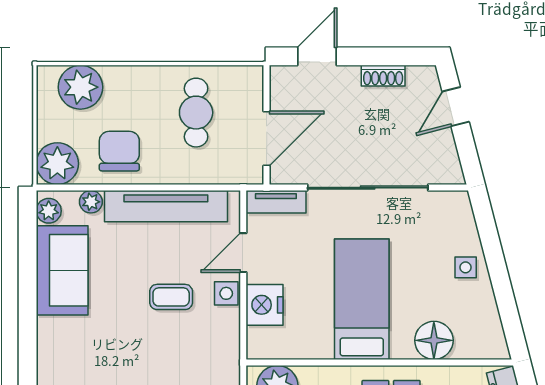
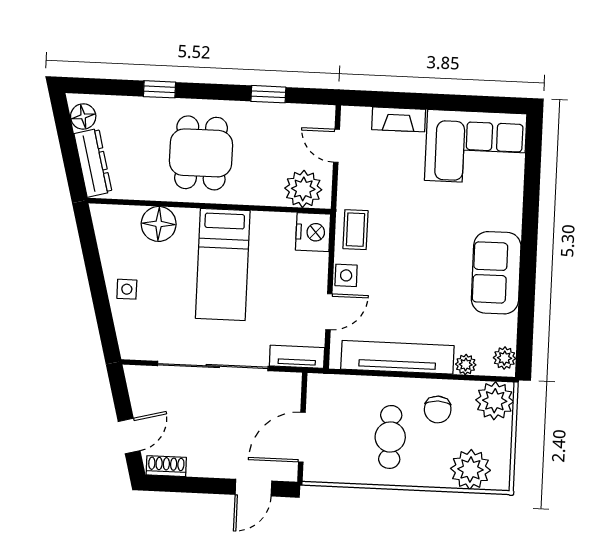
shoe rack: (383, 76) -> (166, 466), moved
cafe table: (196, 113) -> (390, 437), moved
door: (267, 138) -> (302, 437), moved
chair: (119, 151) -> (438, 410), width x0.73, depth x0.73
sofa: (62, 270) -> (496, 273), moved
coffee table: (171, 297) -> (355, 230), moved, turned 90
nightstand: (265, 305) -> (313, 232), moved

